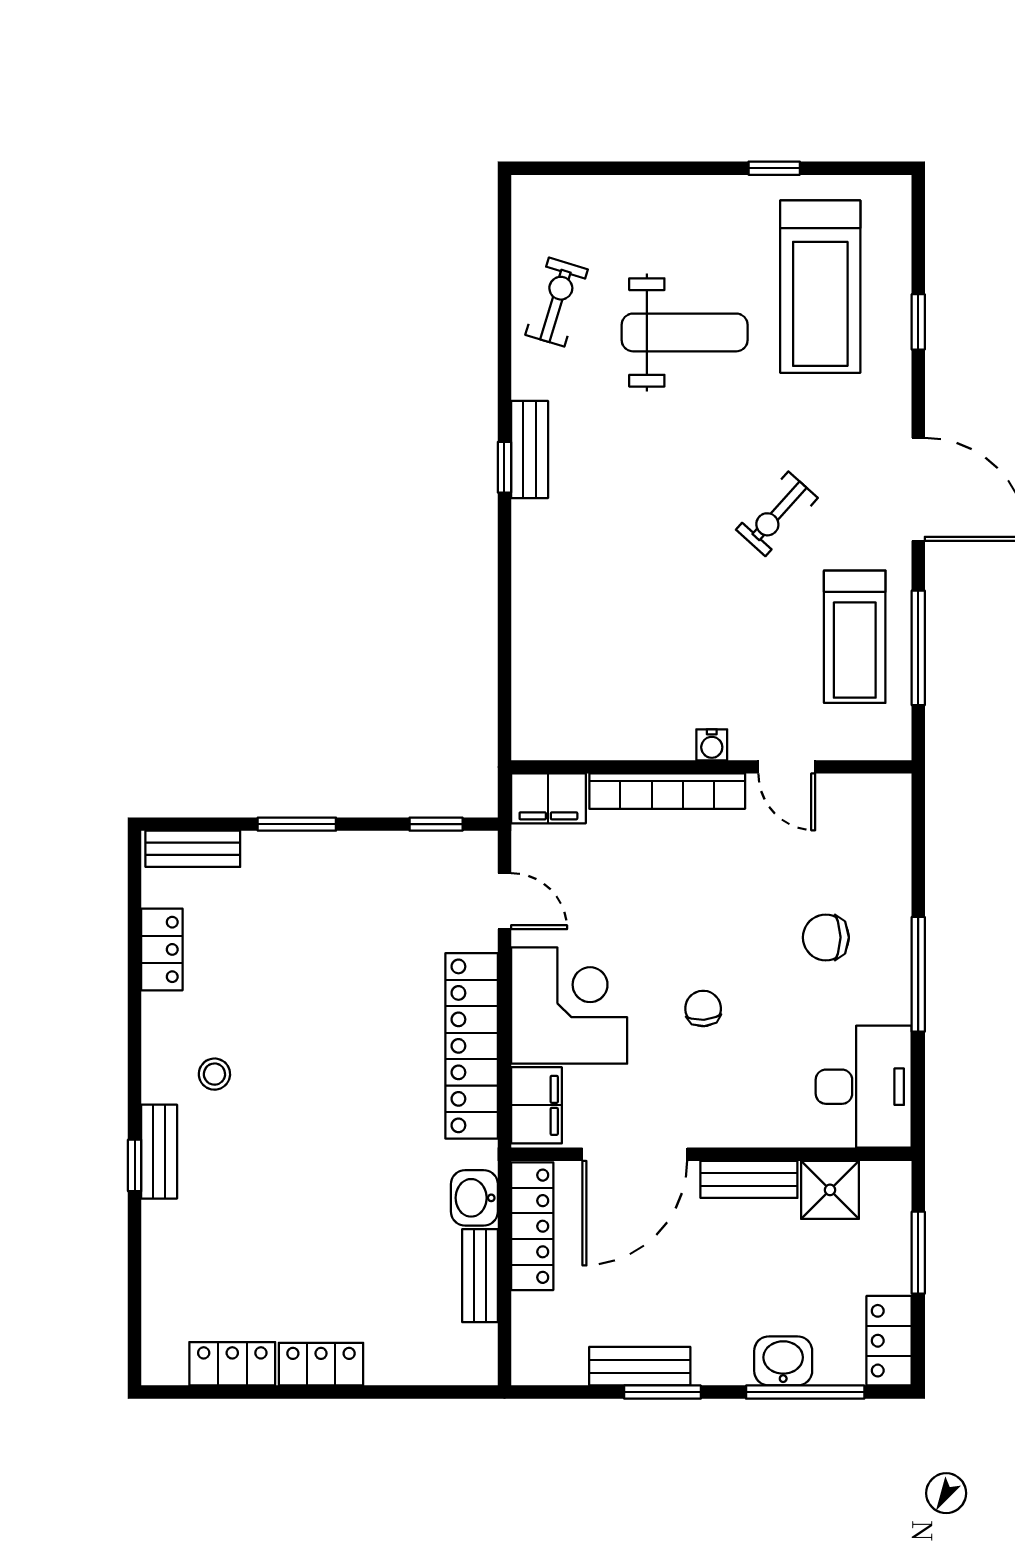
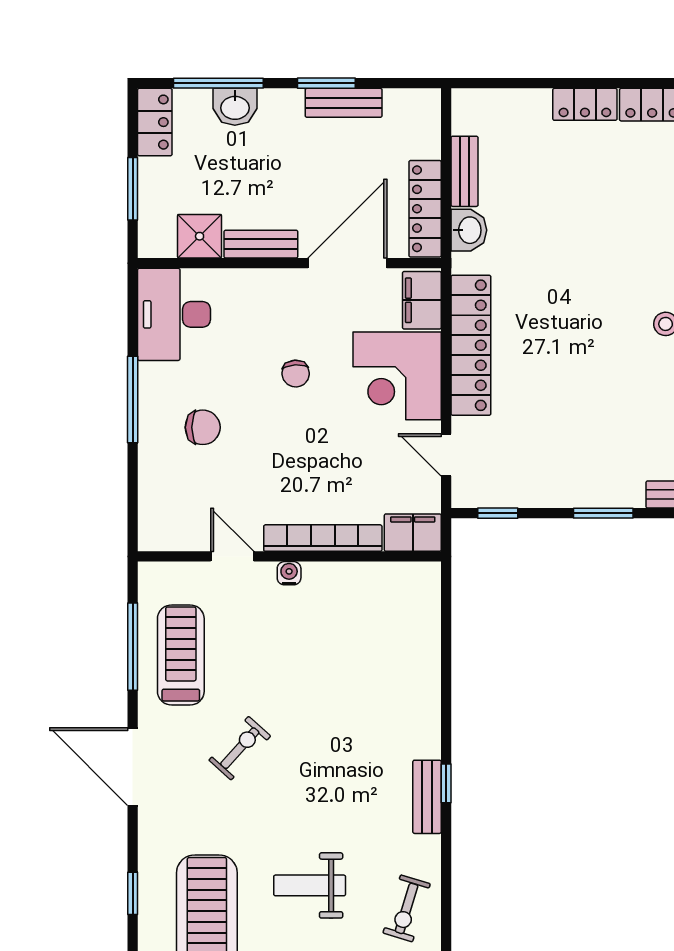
weight bench: (685, 332) -> (310, 885), width x0.73, depth x0.75

